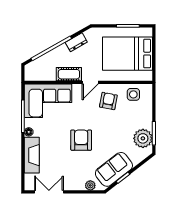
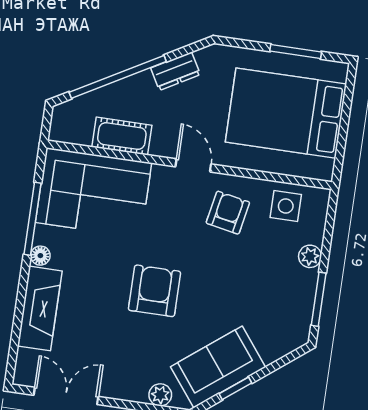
cot: (69, 74) -> (122, 136), moved
door: (90, 82) -> (193, 165), swing flipped
plant: (143, 138) -> (310, 256), moved, width x0.53, depth x0.53

